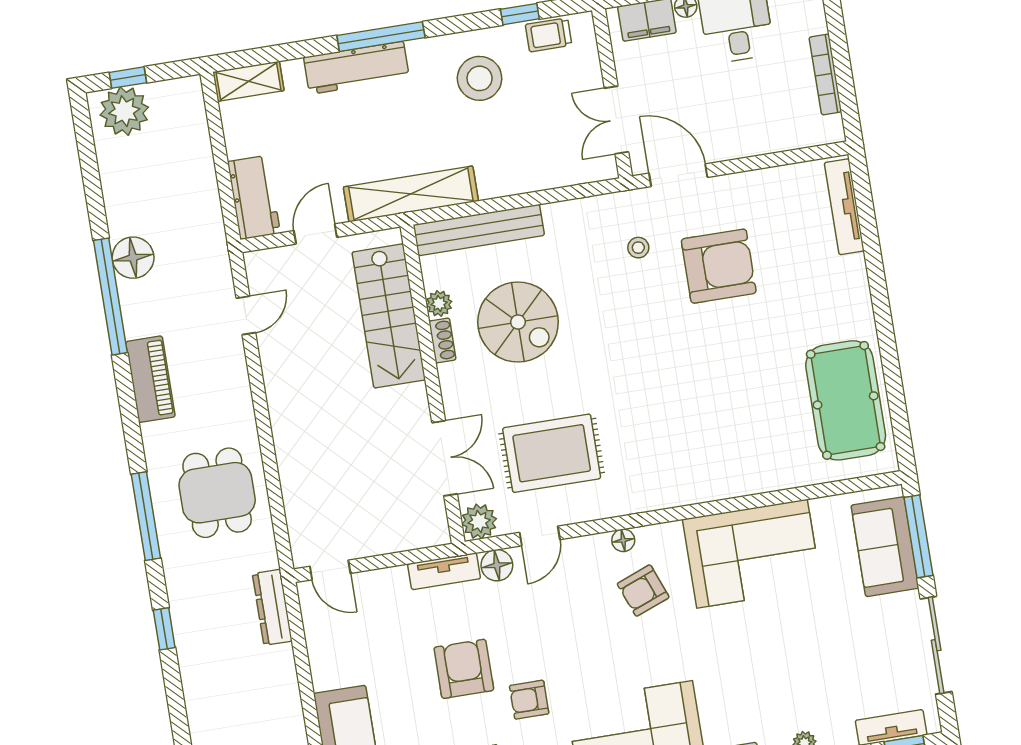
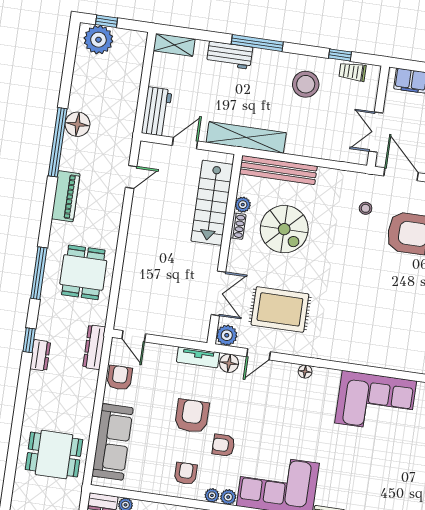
workbench: (356, 68) -> (230, 55), width x0.73
armchair: (643, 591) -> (120, 378), moved, turned 111
dresser: (189, 647) -> (40, 355), added

